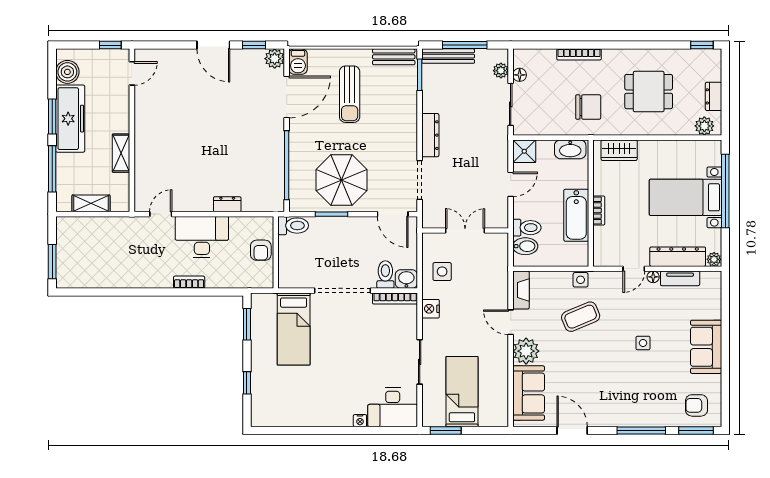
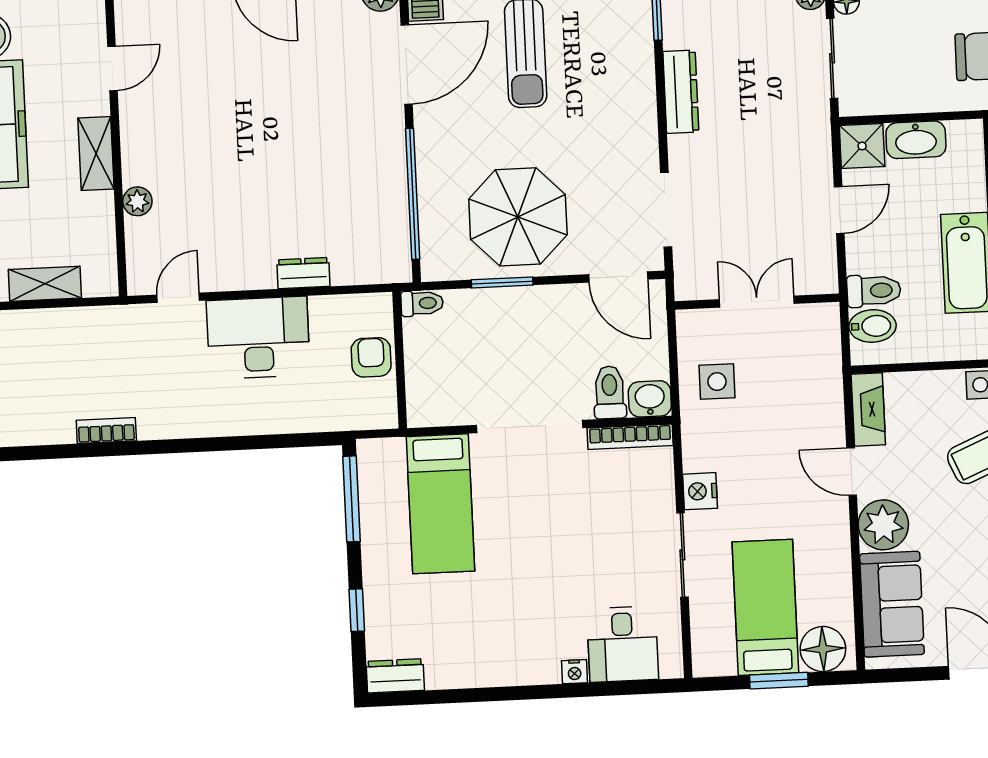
door: (132, 73) -> (112, 68), moved
dresser: (430, 135) -> (681, 92), moved
washbasin: (570, 149) -> (916, 140), moved
shelving: (121, 153) -> (96, 153), moved
plant: (142, 162) -> (137, 201), added
toilet: (293, 226) -> (422, 303), width x0.73, depth x0.72
armchair: (261, 250) -> (371, 357), turned 180
bookcase: (189, 282) -> (106, 431), moved
nightstand: (430, 309) -> (700, 491), moved
window: (247, 324) -> (352, 499), width x1.44
desk: (393, 407) -> (623, 644), width x0.73
floor lamp: (491, 415) -> (823, 649), added
dresser: (266, 418) -> (395, 676), added
window: (446, 430) -> (779, 681), moved

